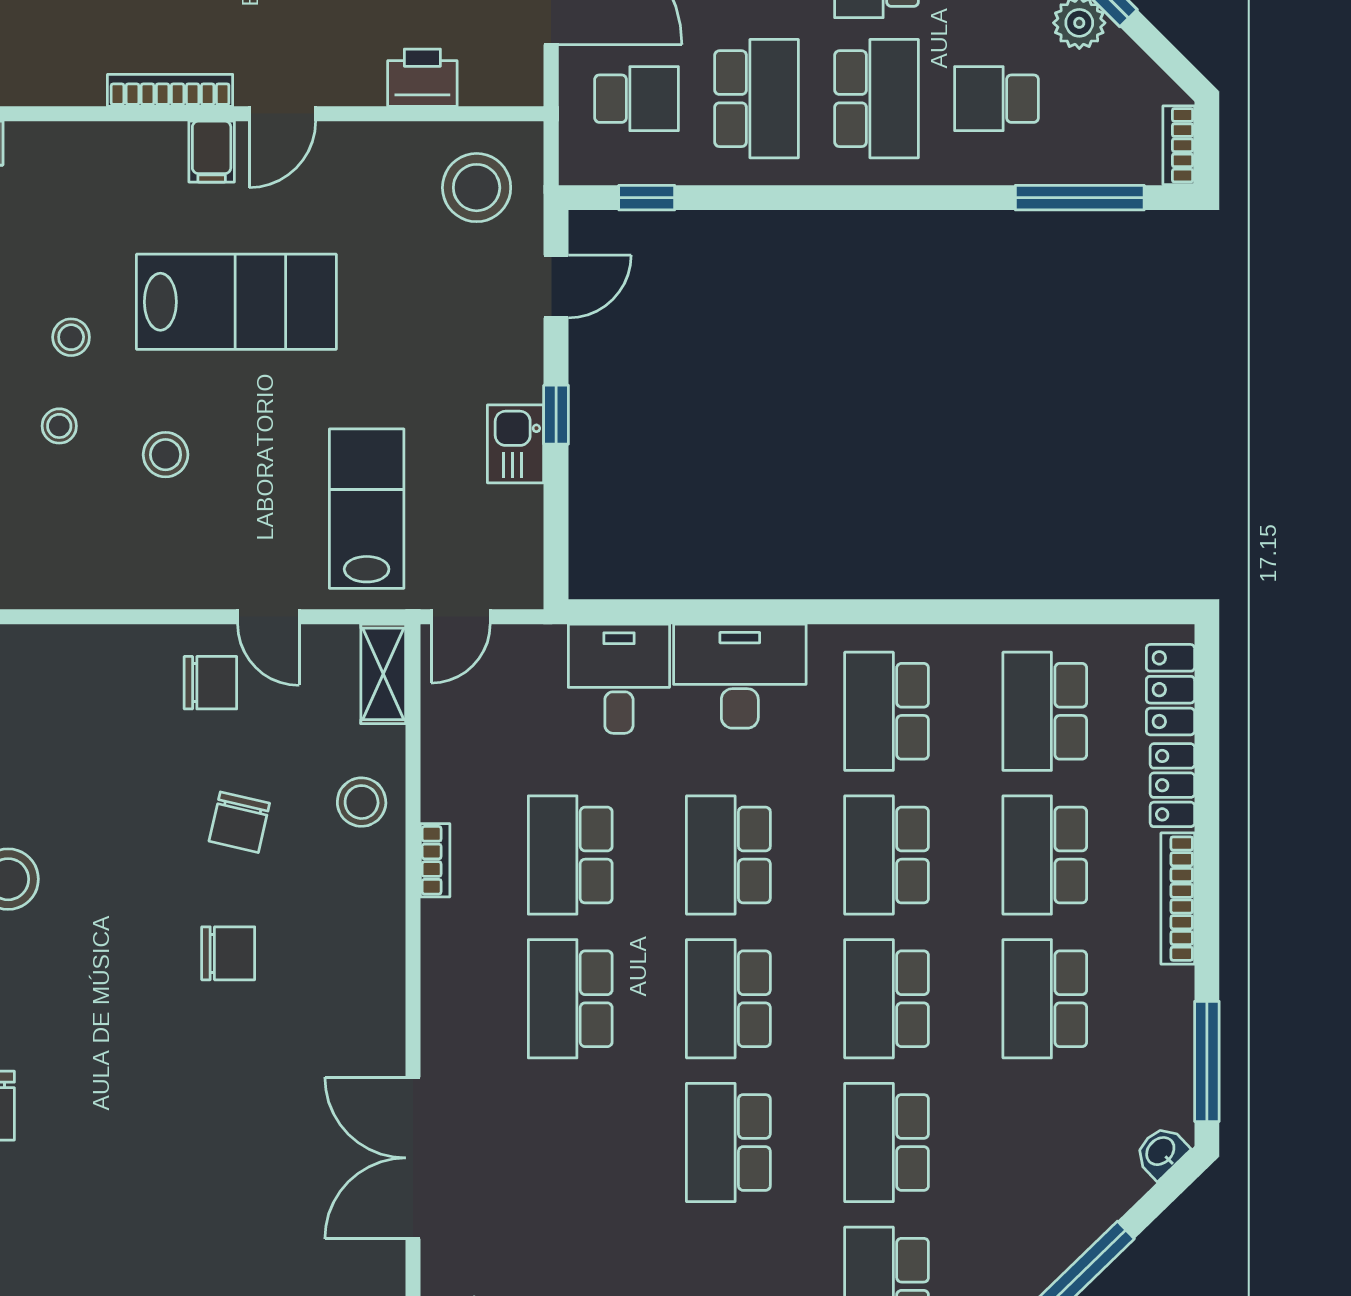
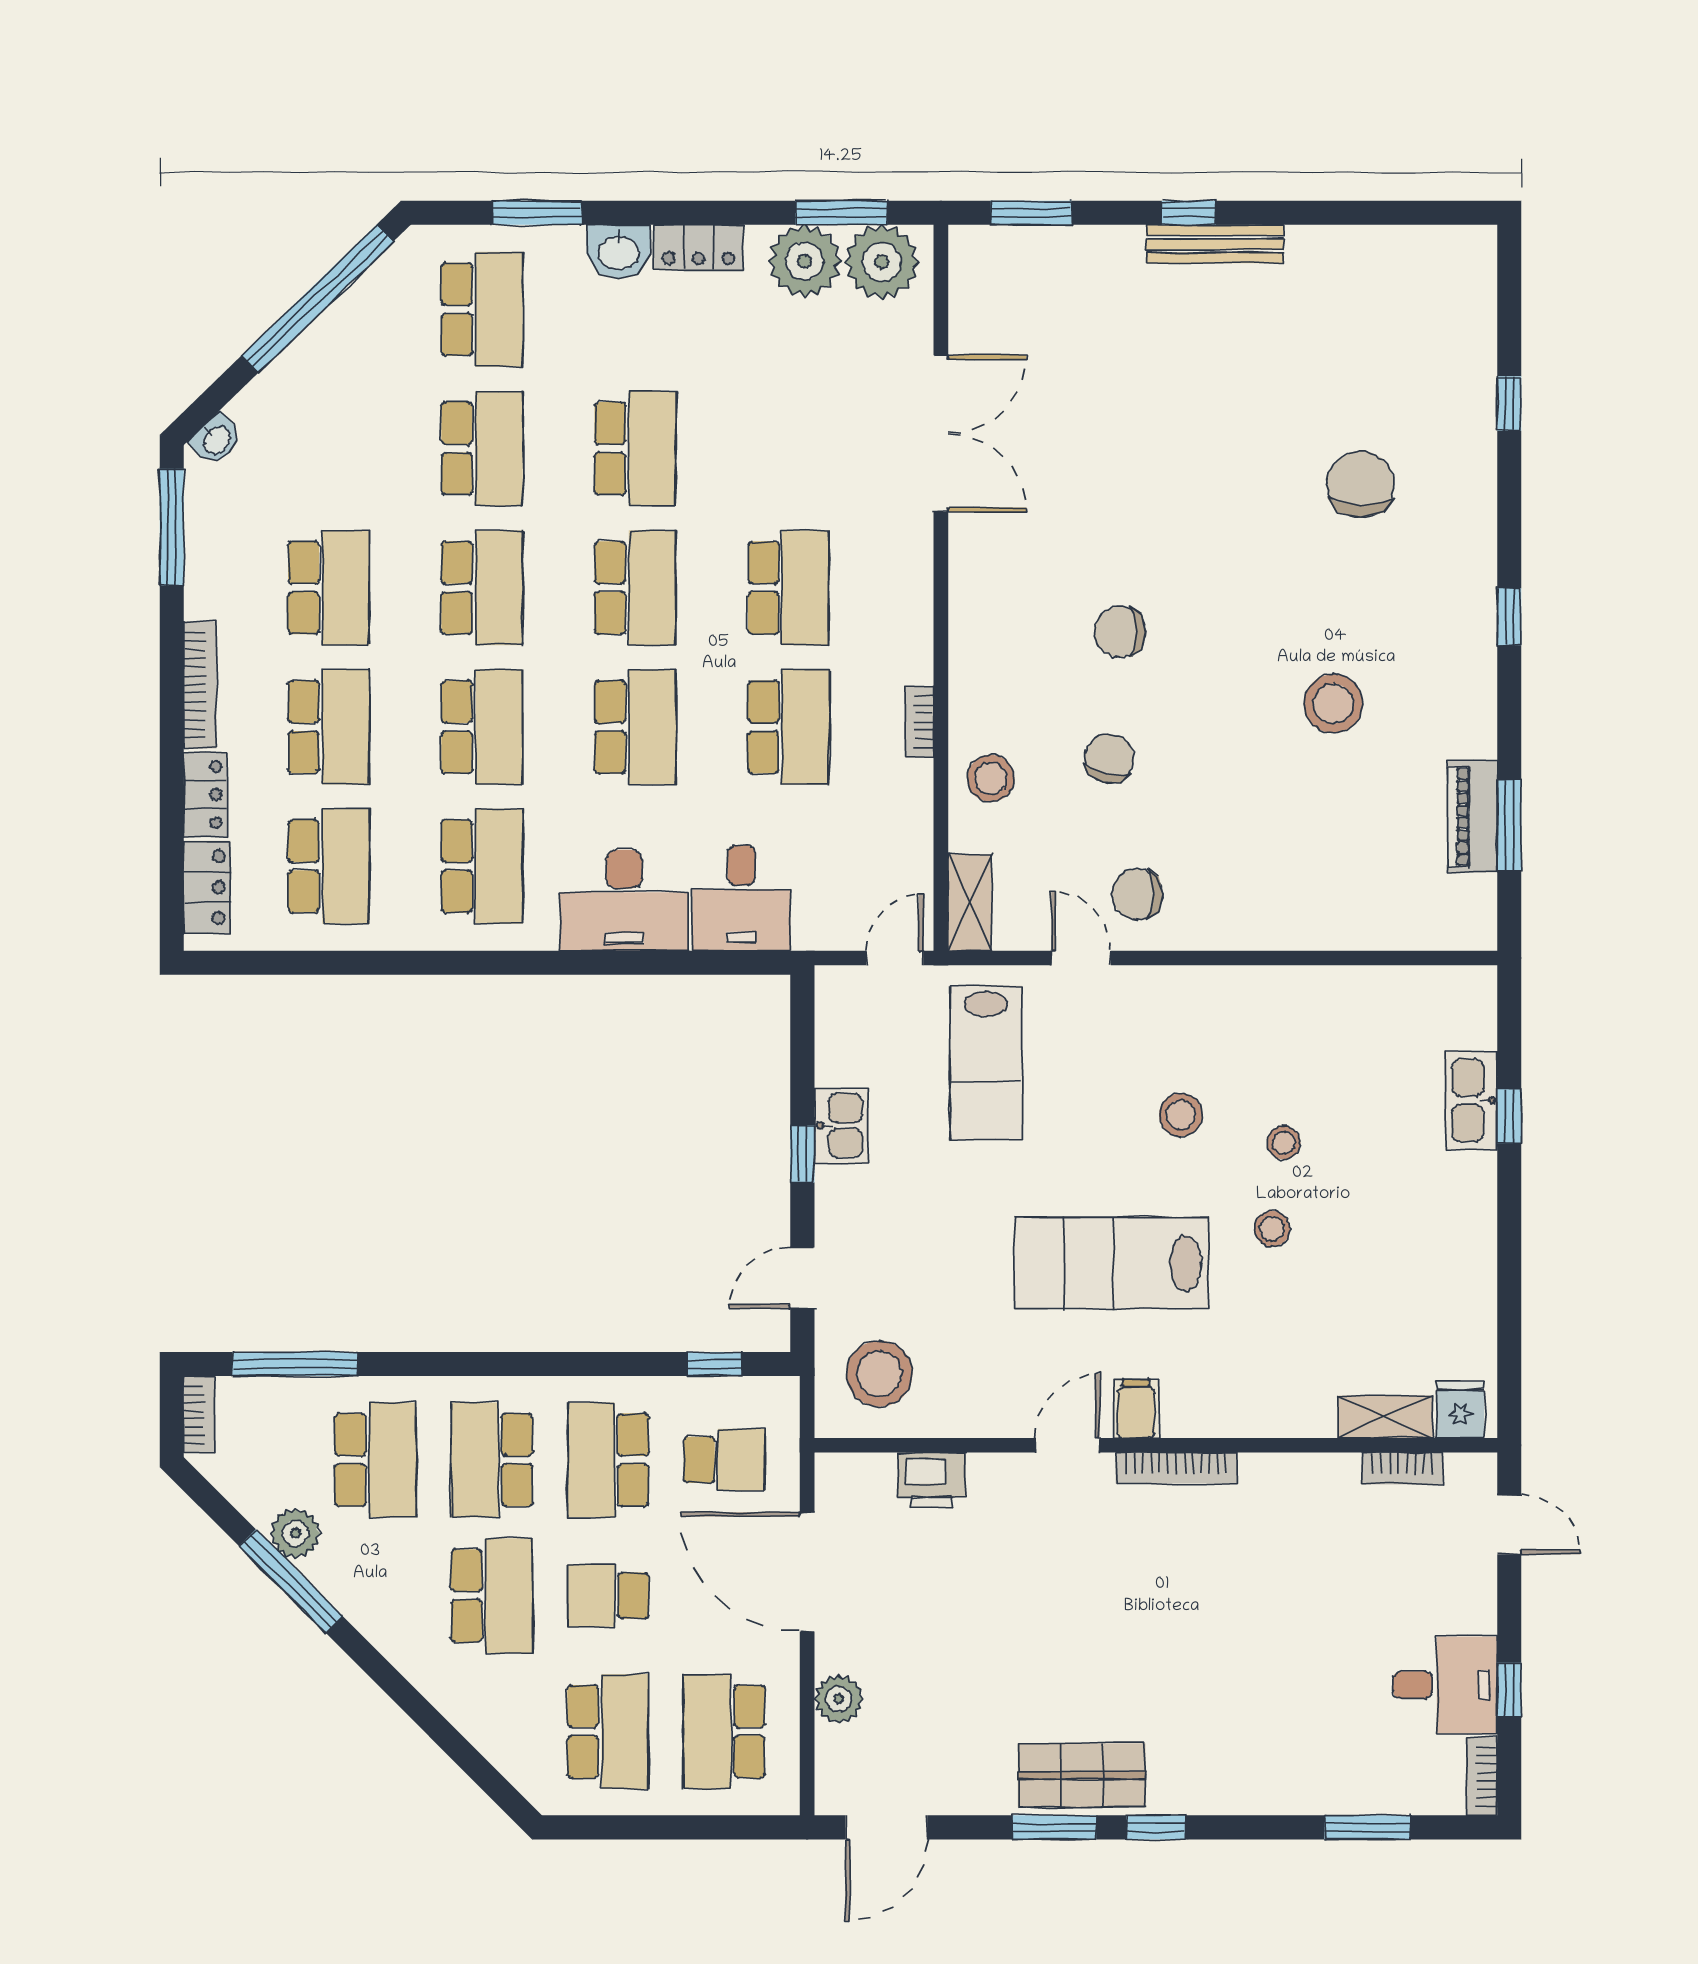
school desk: (637, 99) -> (724, 1460), turned 180
school desk: (997, 99) -> (376, 1460), width x1.85

